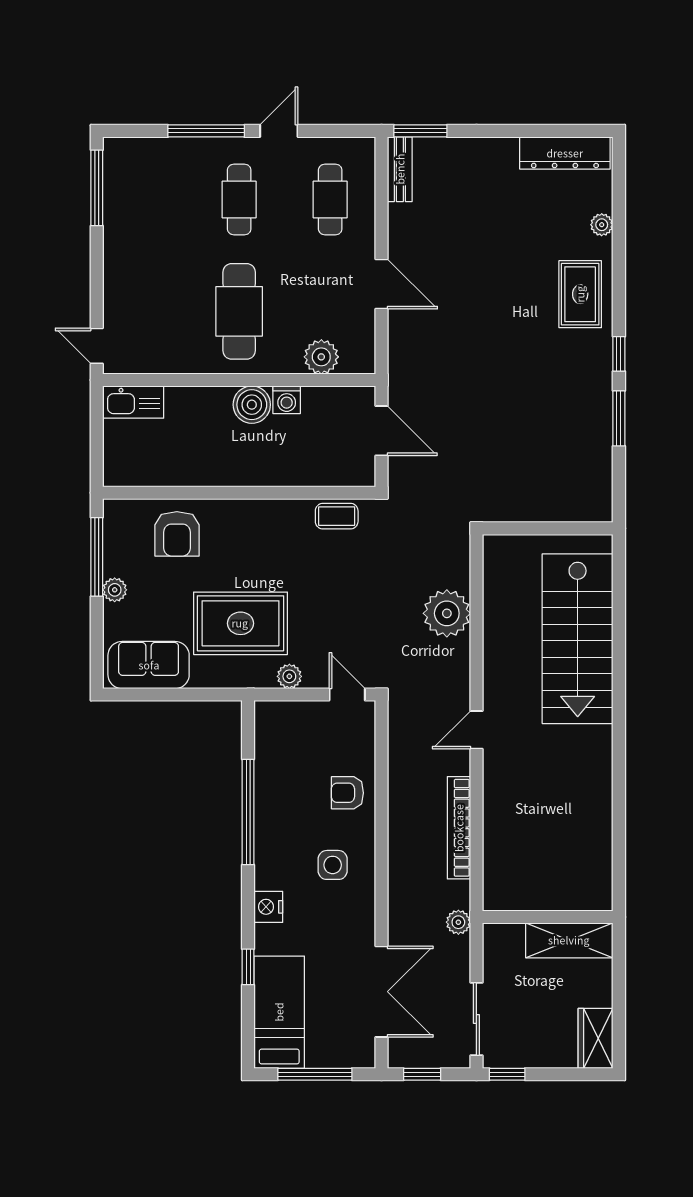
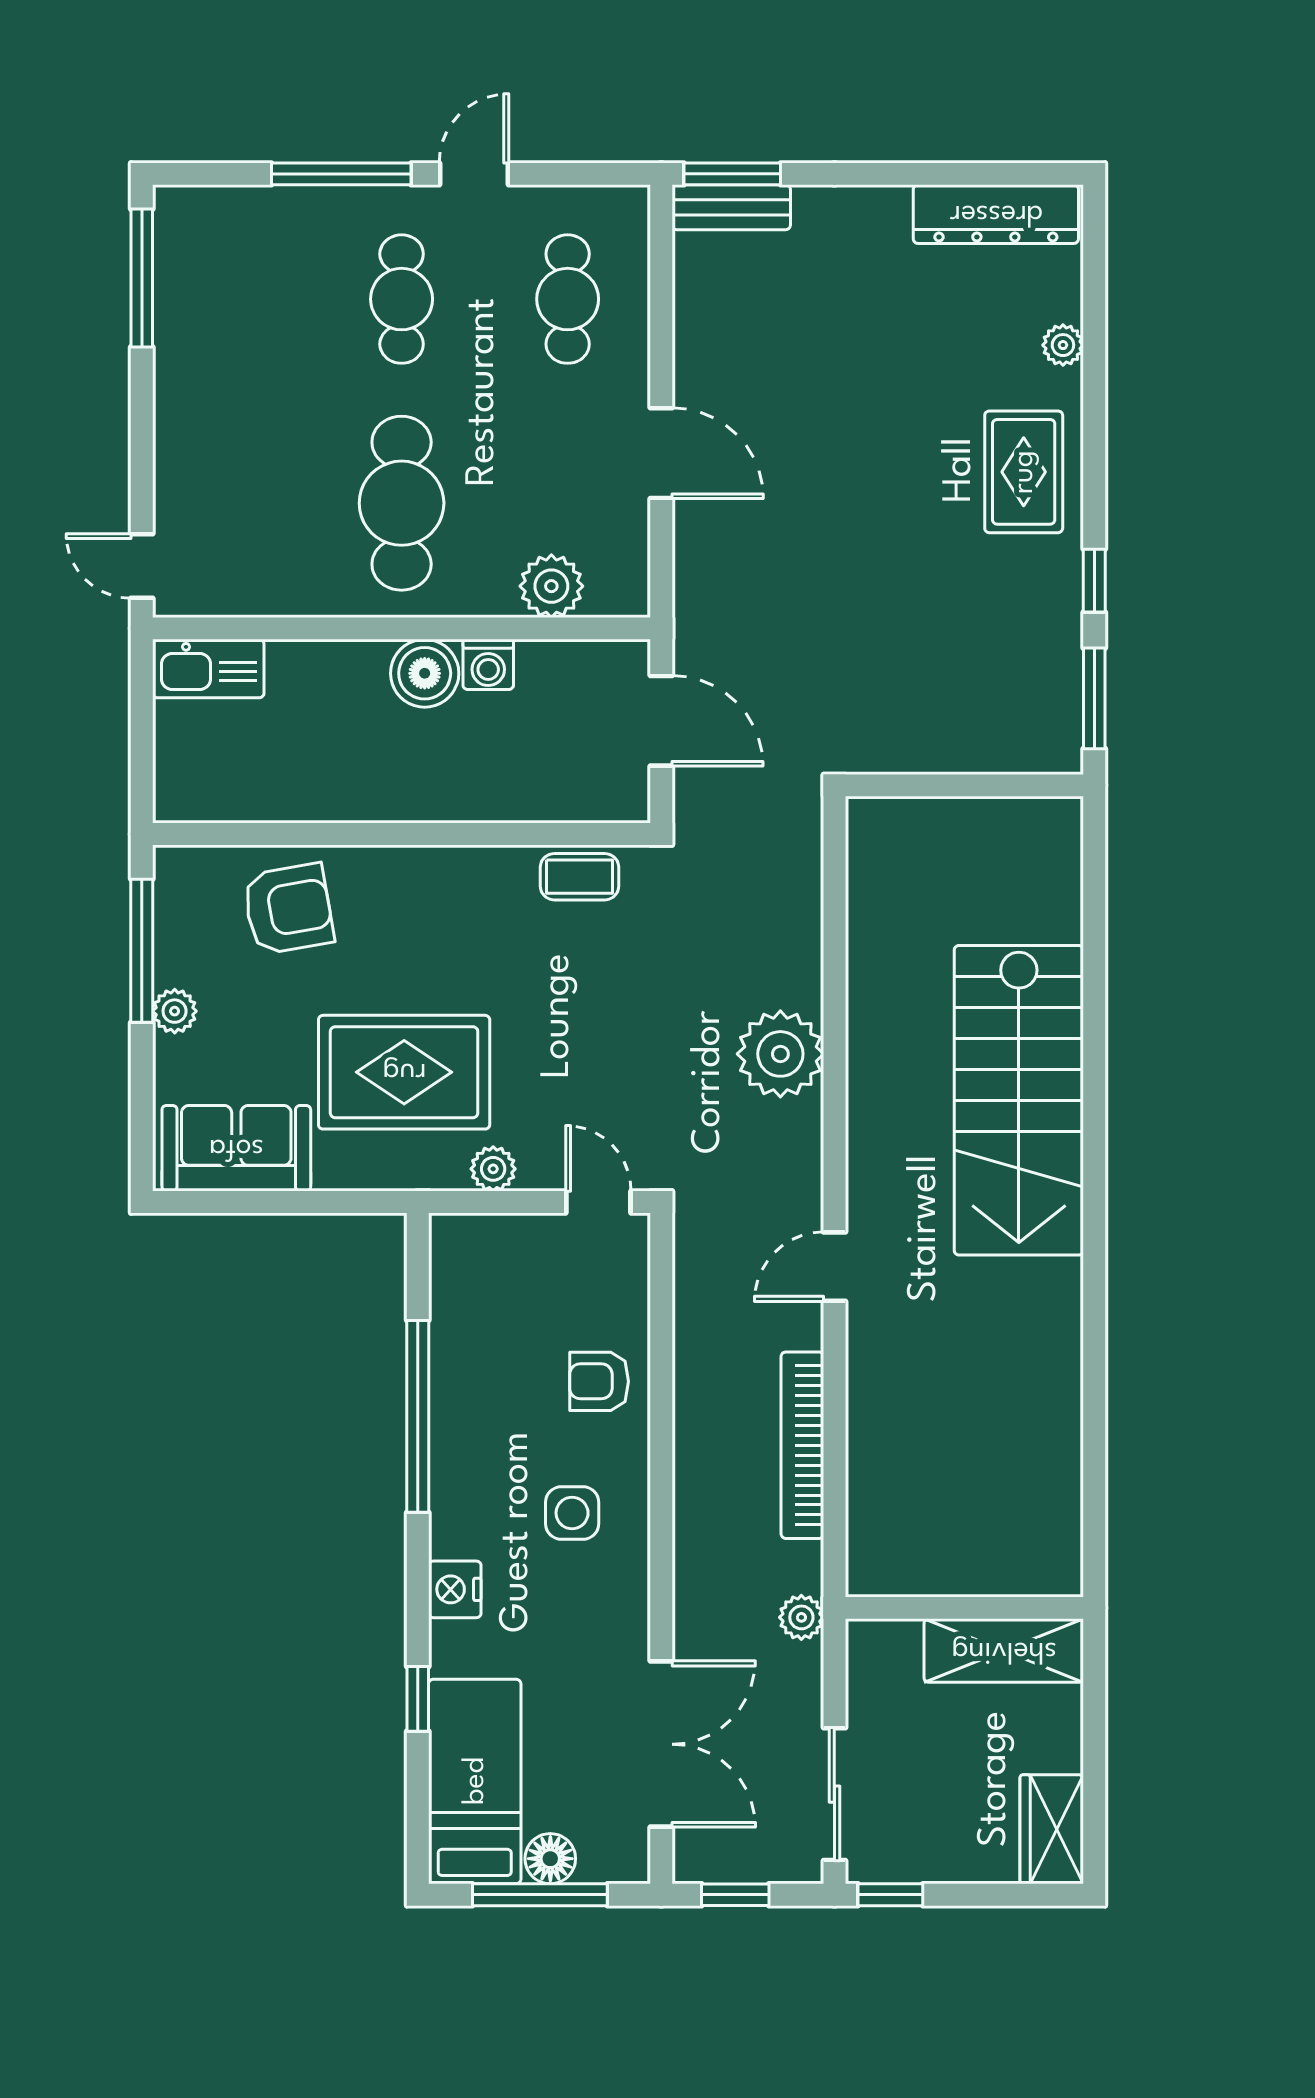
bench: (400, 169) -> (731, 207), moved, turned 90
wall: (548, 528) -> (964, 785), moved
armchair: (177, 534) -> (288, 909), turned -100
floor lamp: (321, 1054) -> (550, 1859), added

